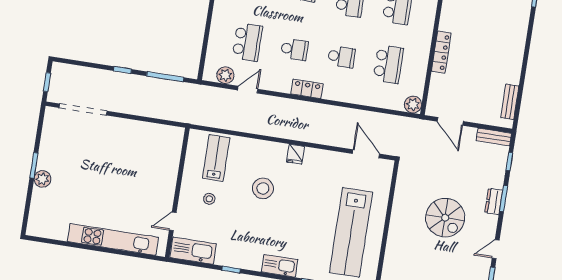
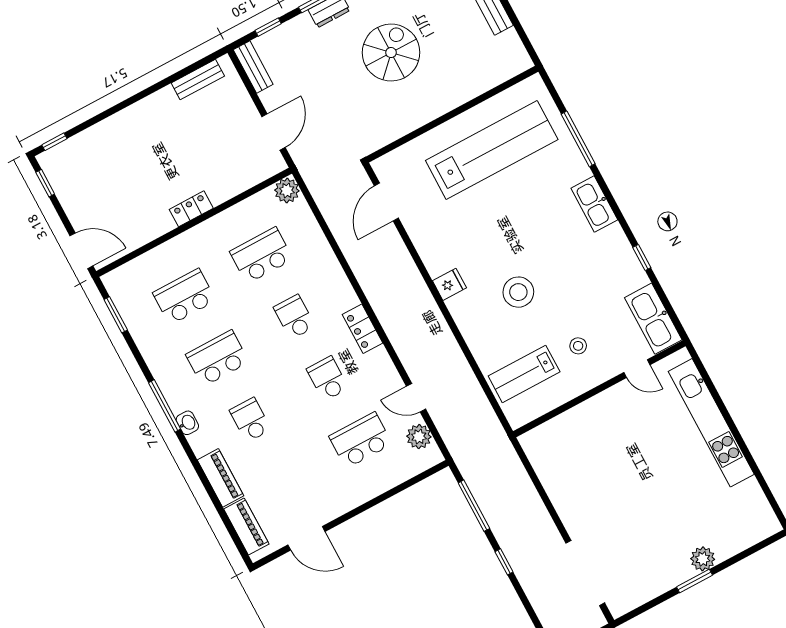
locker: (441, 52) -> (191, 209), width x0.66

